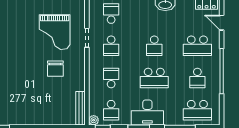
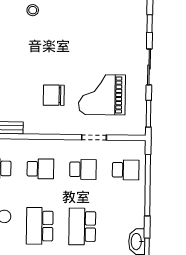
school desk: (111, 46) -> (83, 169), turned 180
school desk: (154, 46) -> (82, 226), width x1.85

